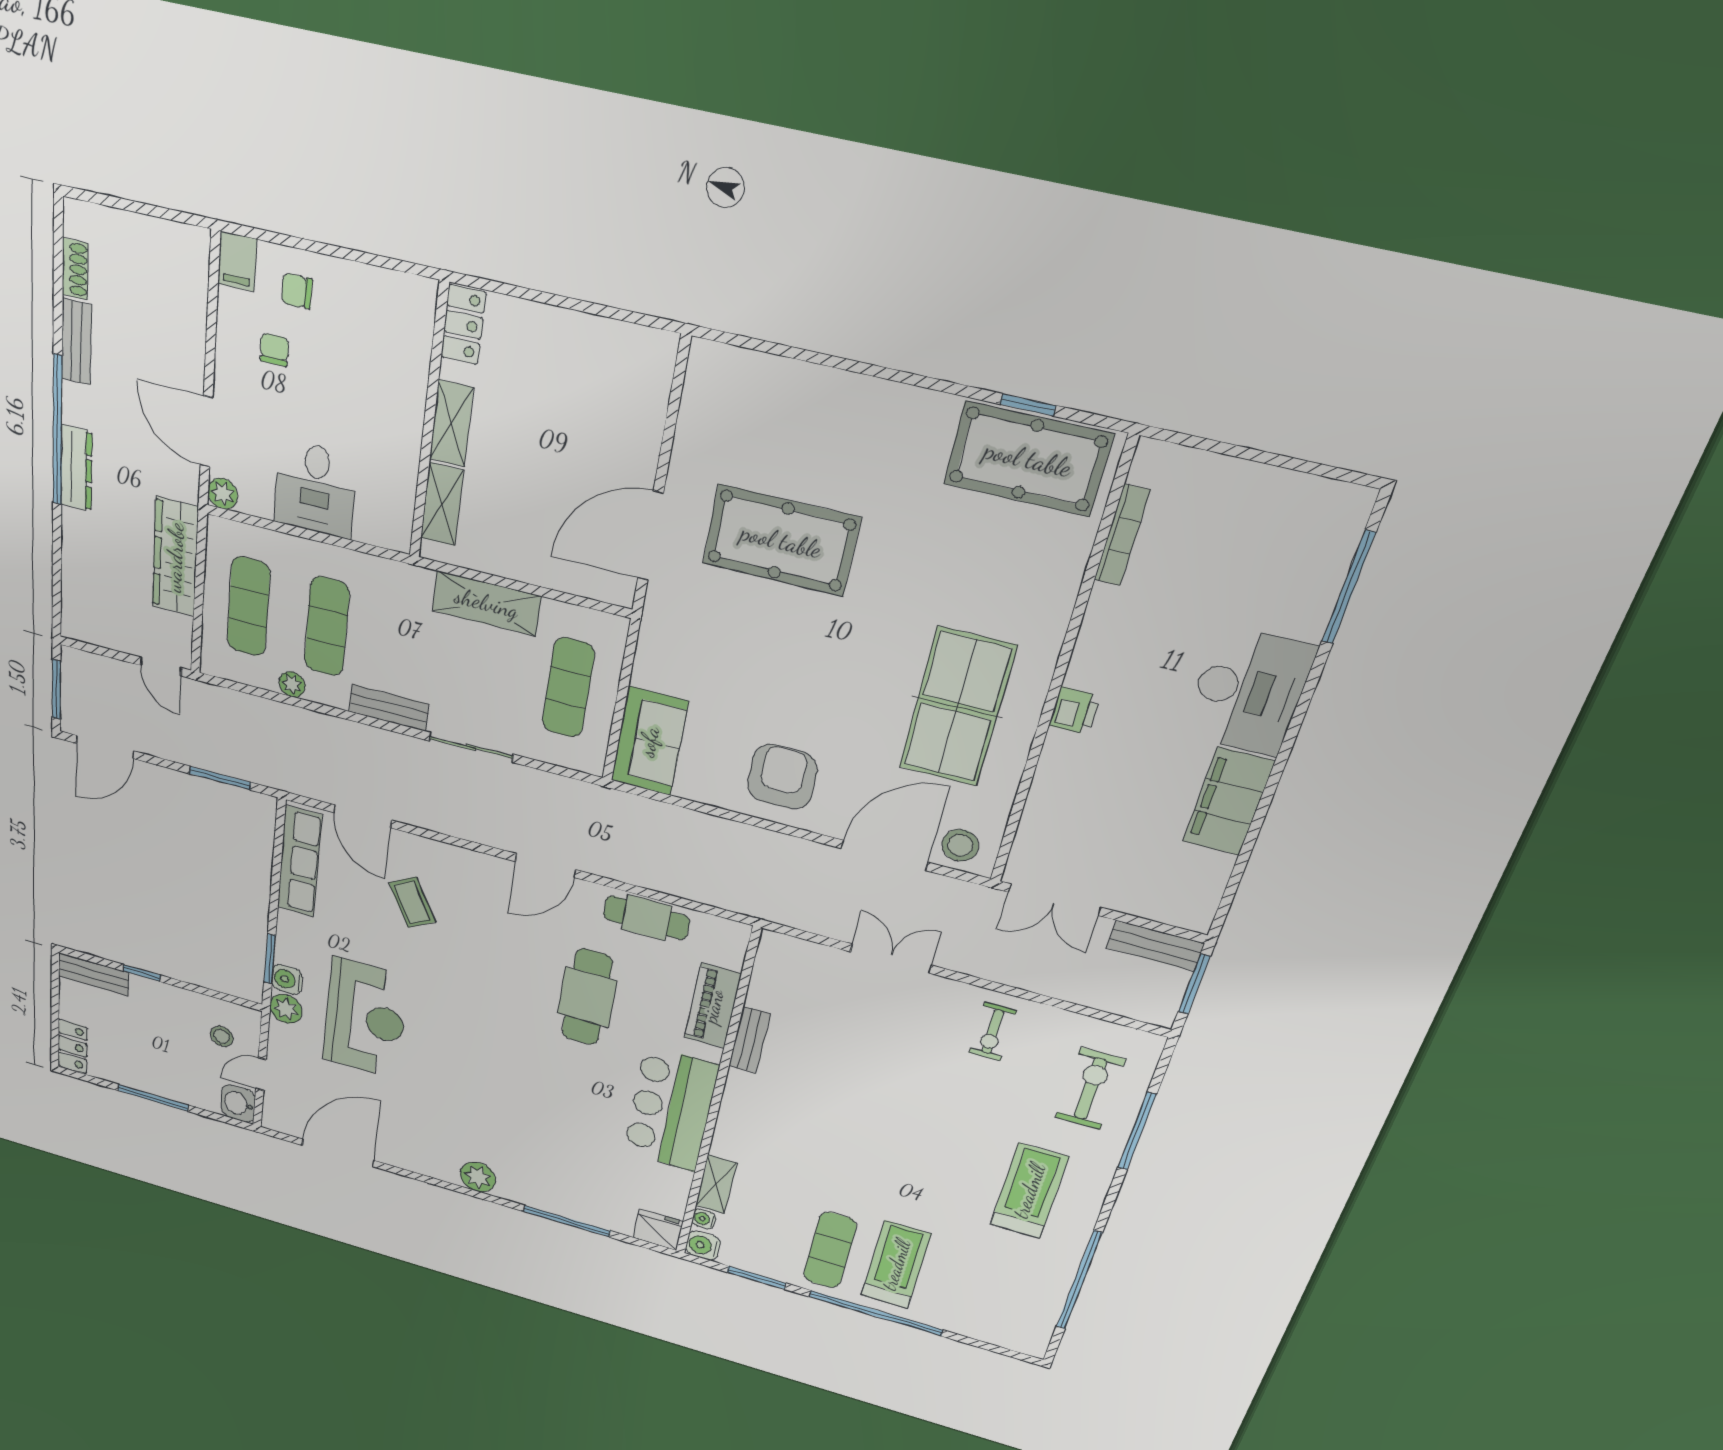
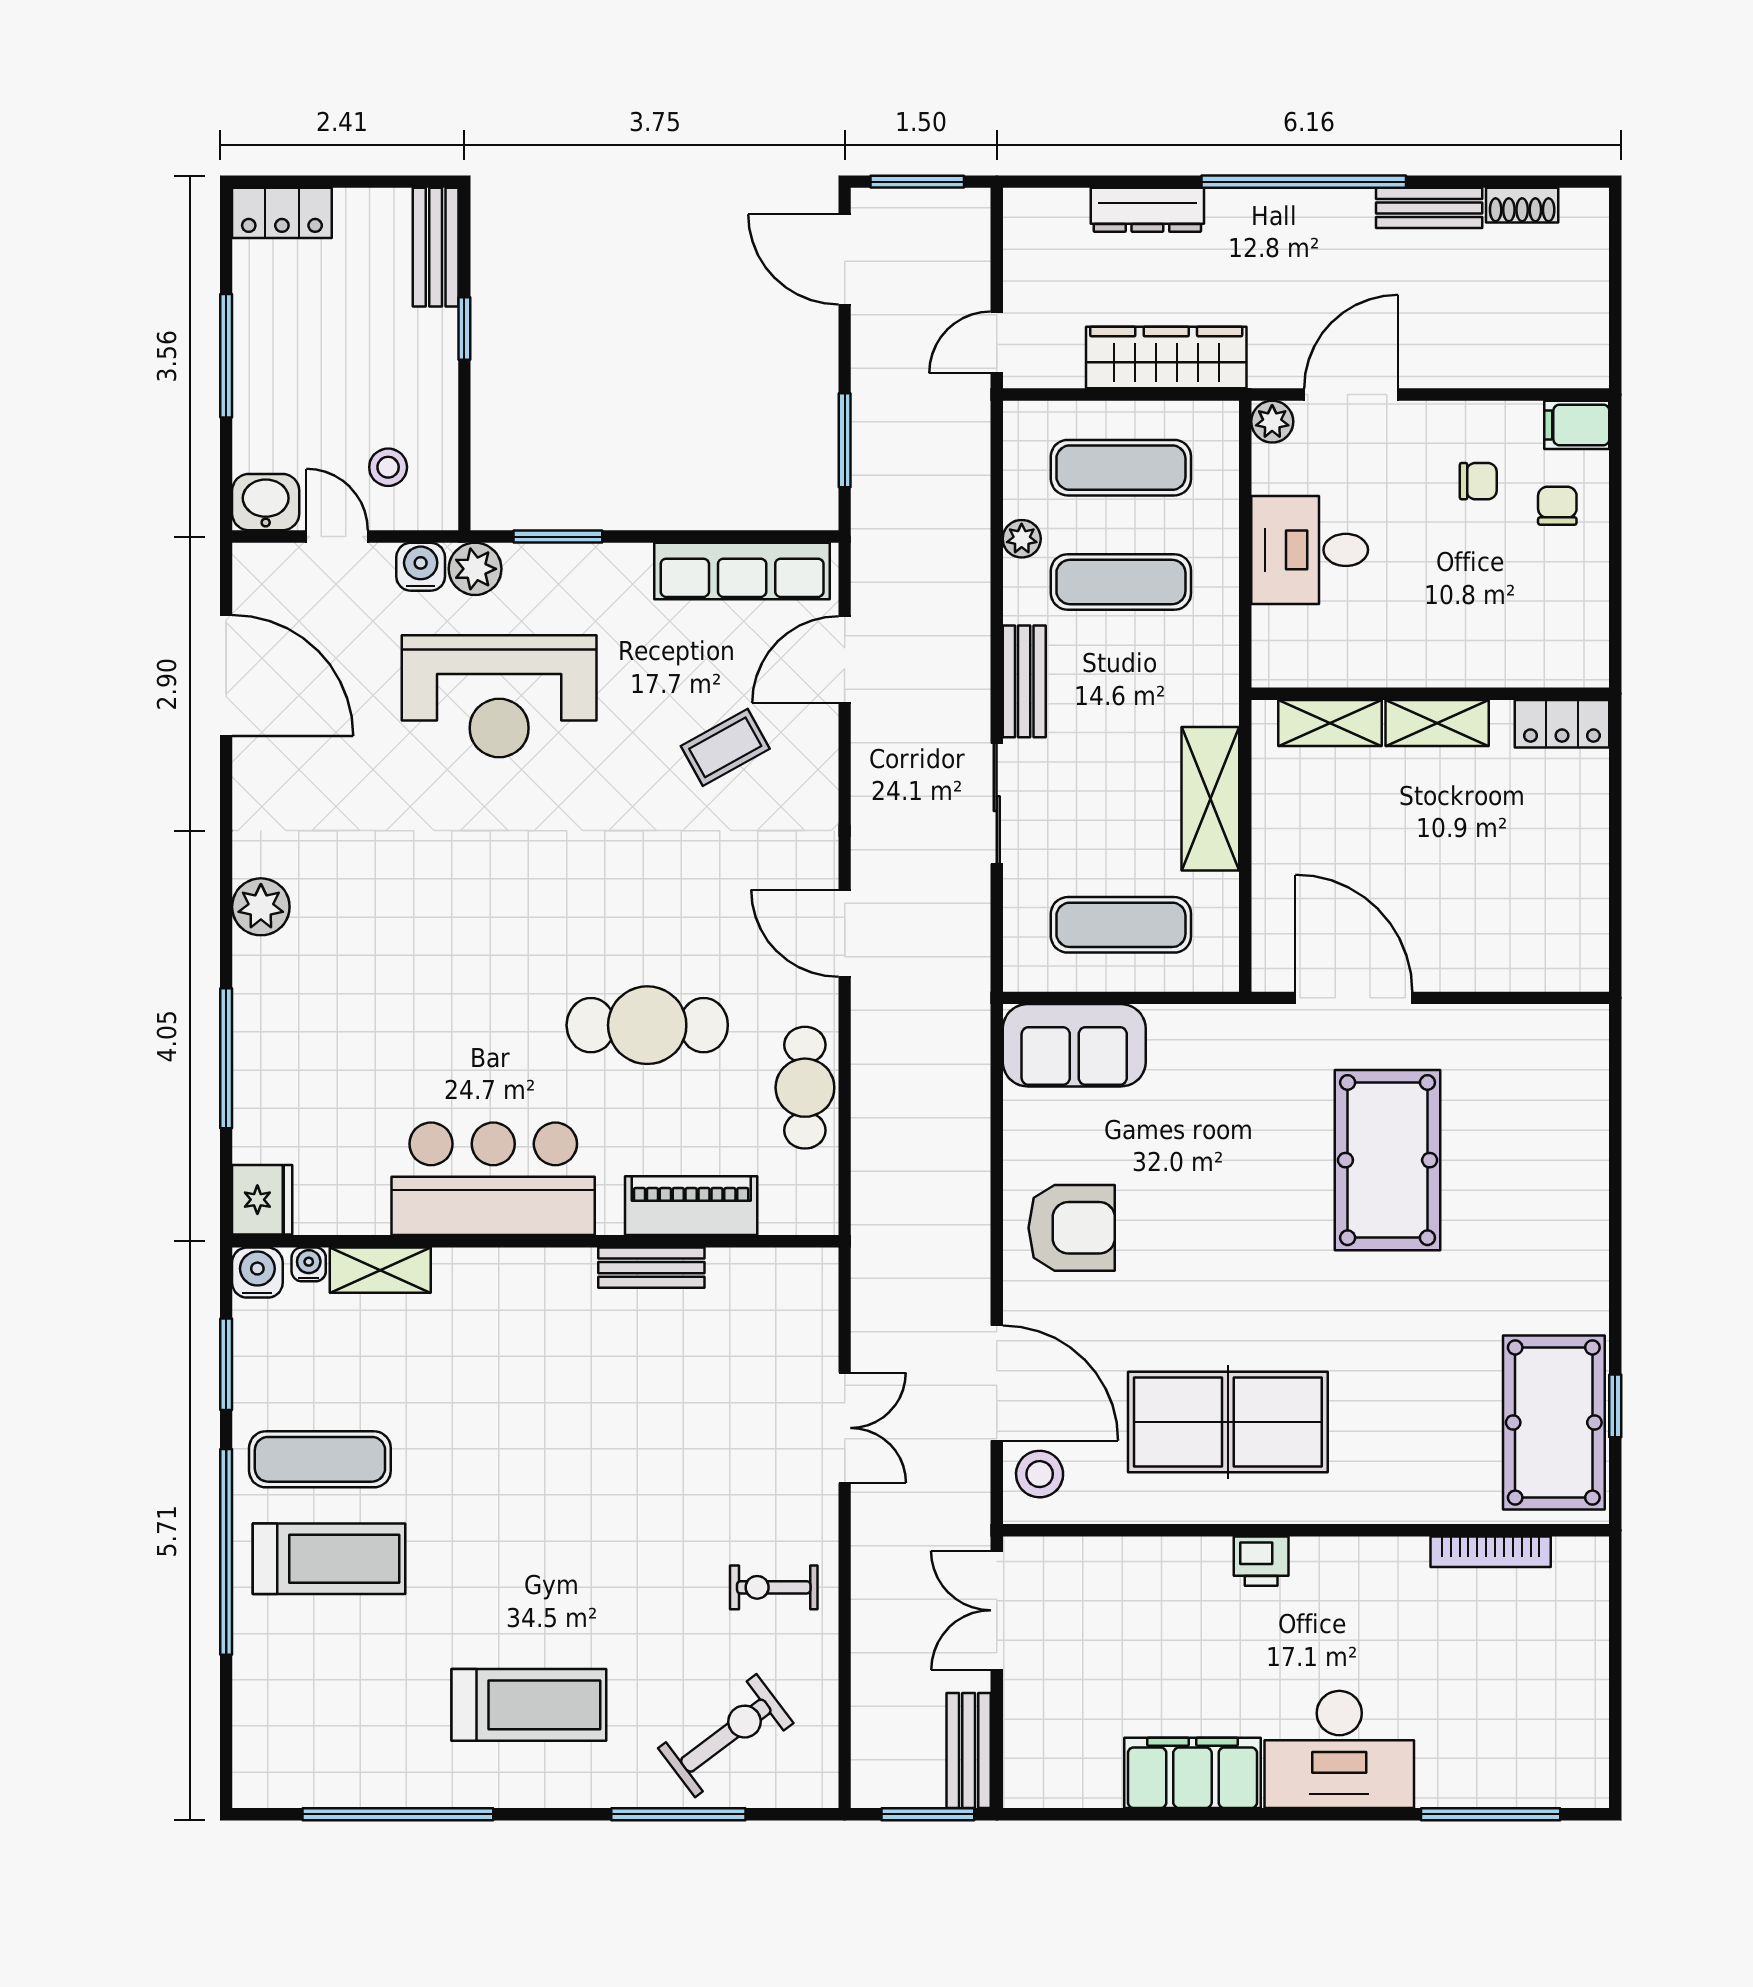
dresser: (76, 468) -> (1147, 210), moved
water cooler: (287, 979) -> (421, 567), moved
exercise bike: (1090, 1089) -> (726, 1736), turned -37

